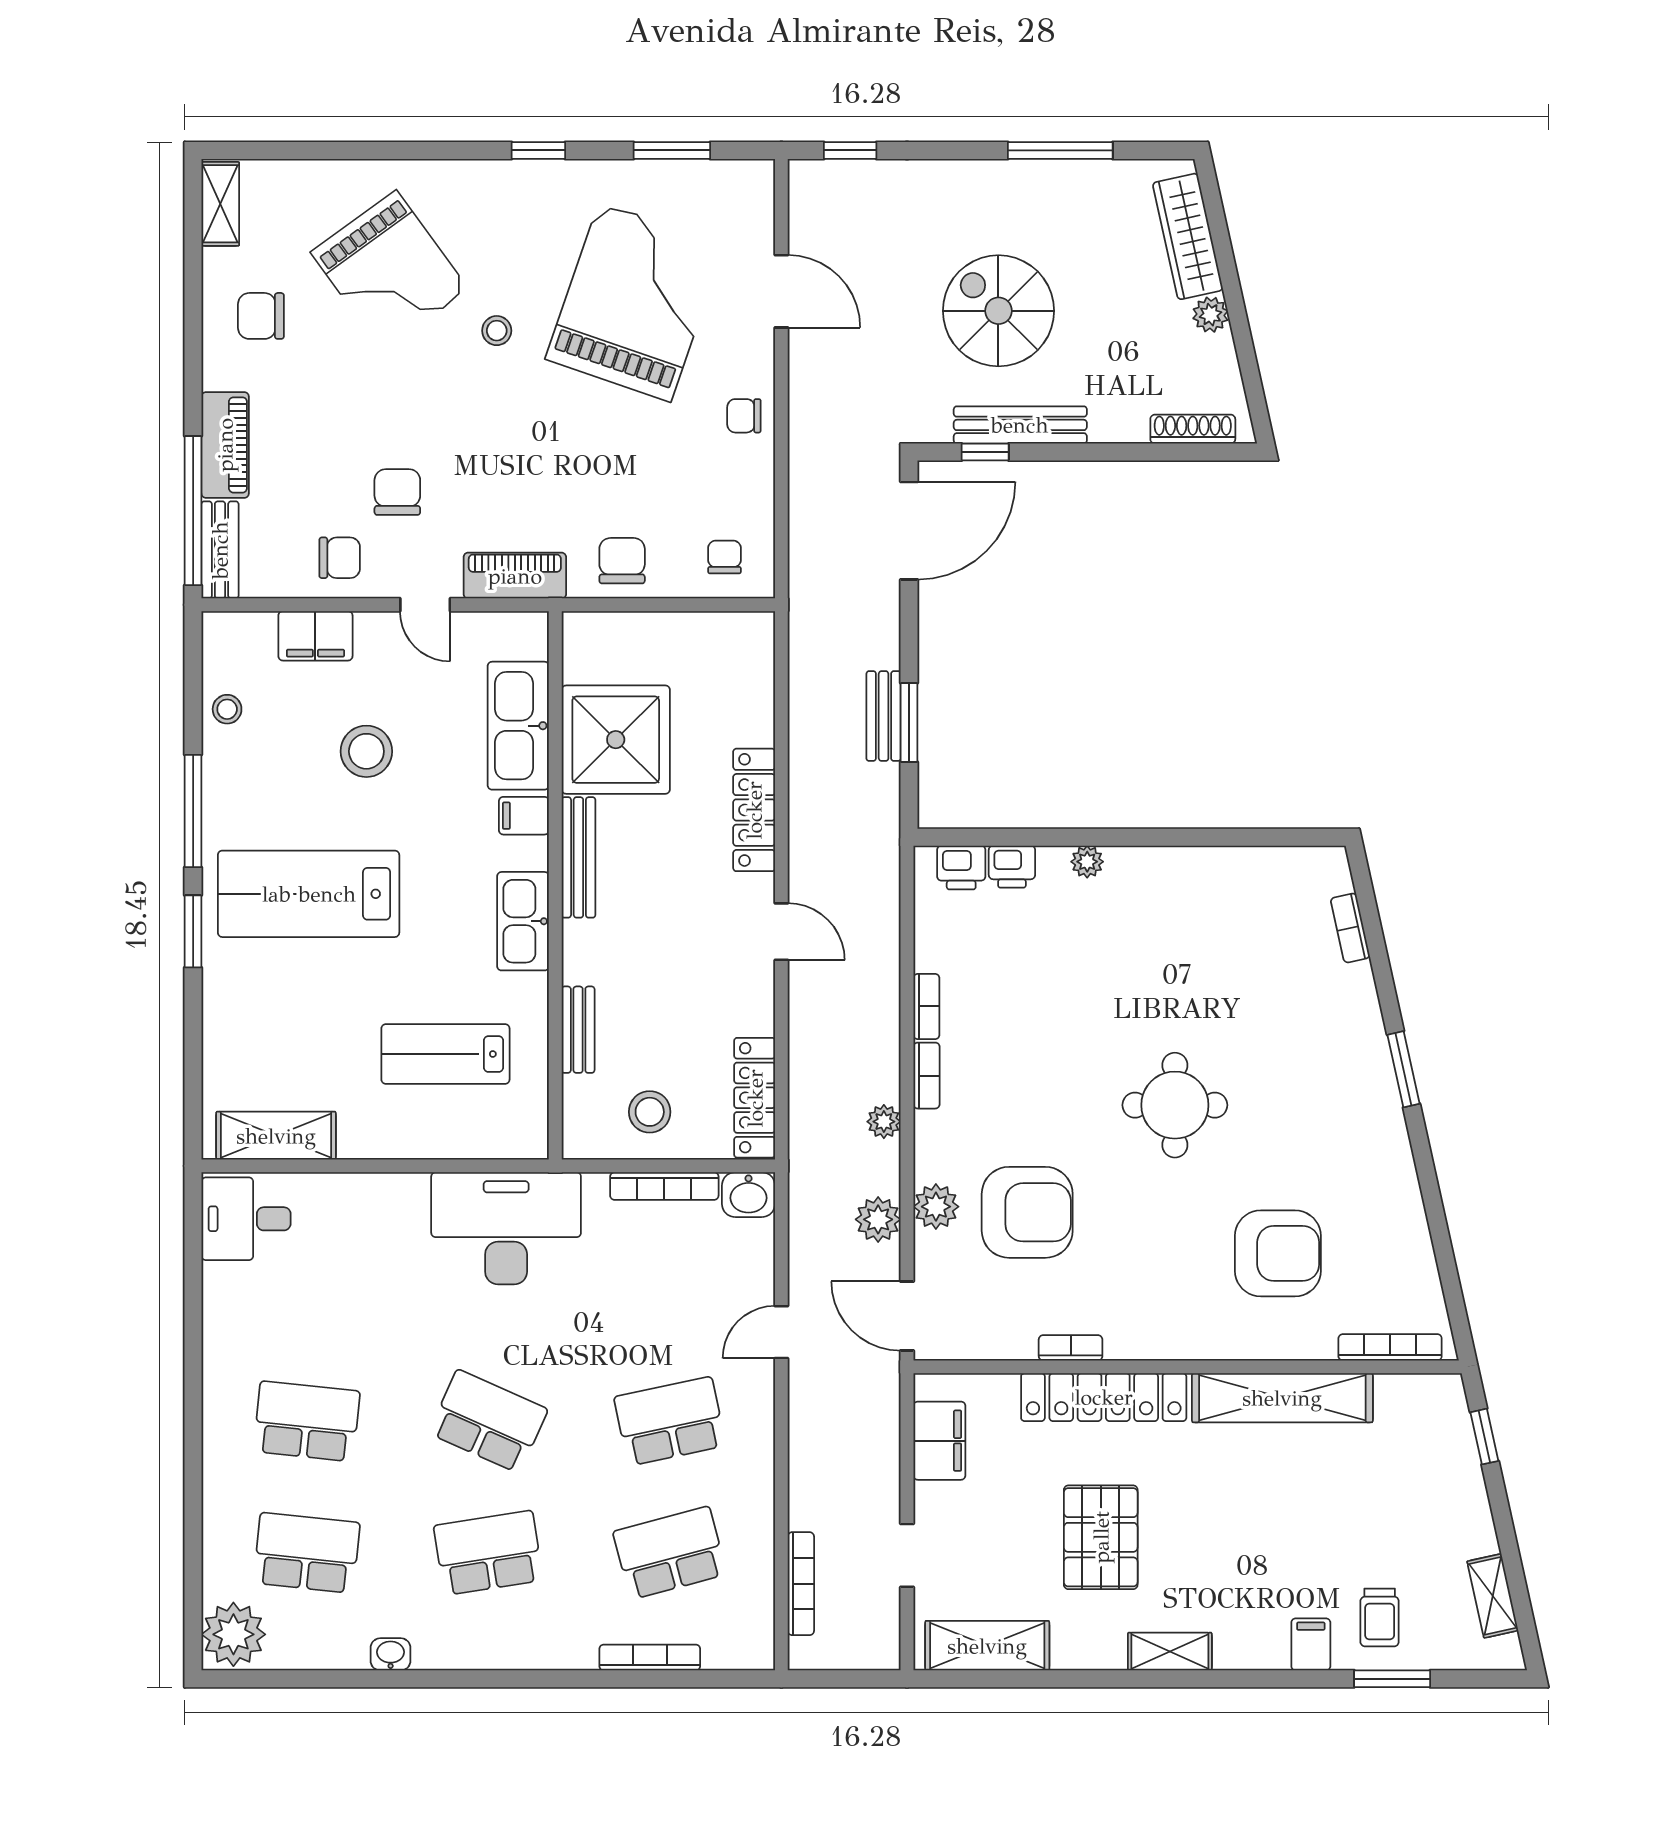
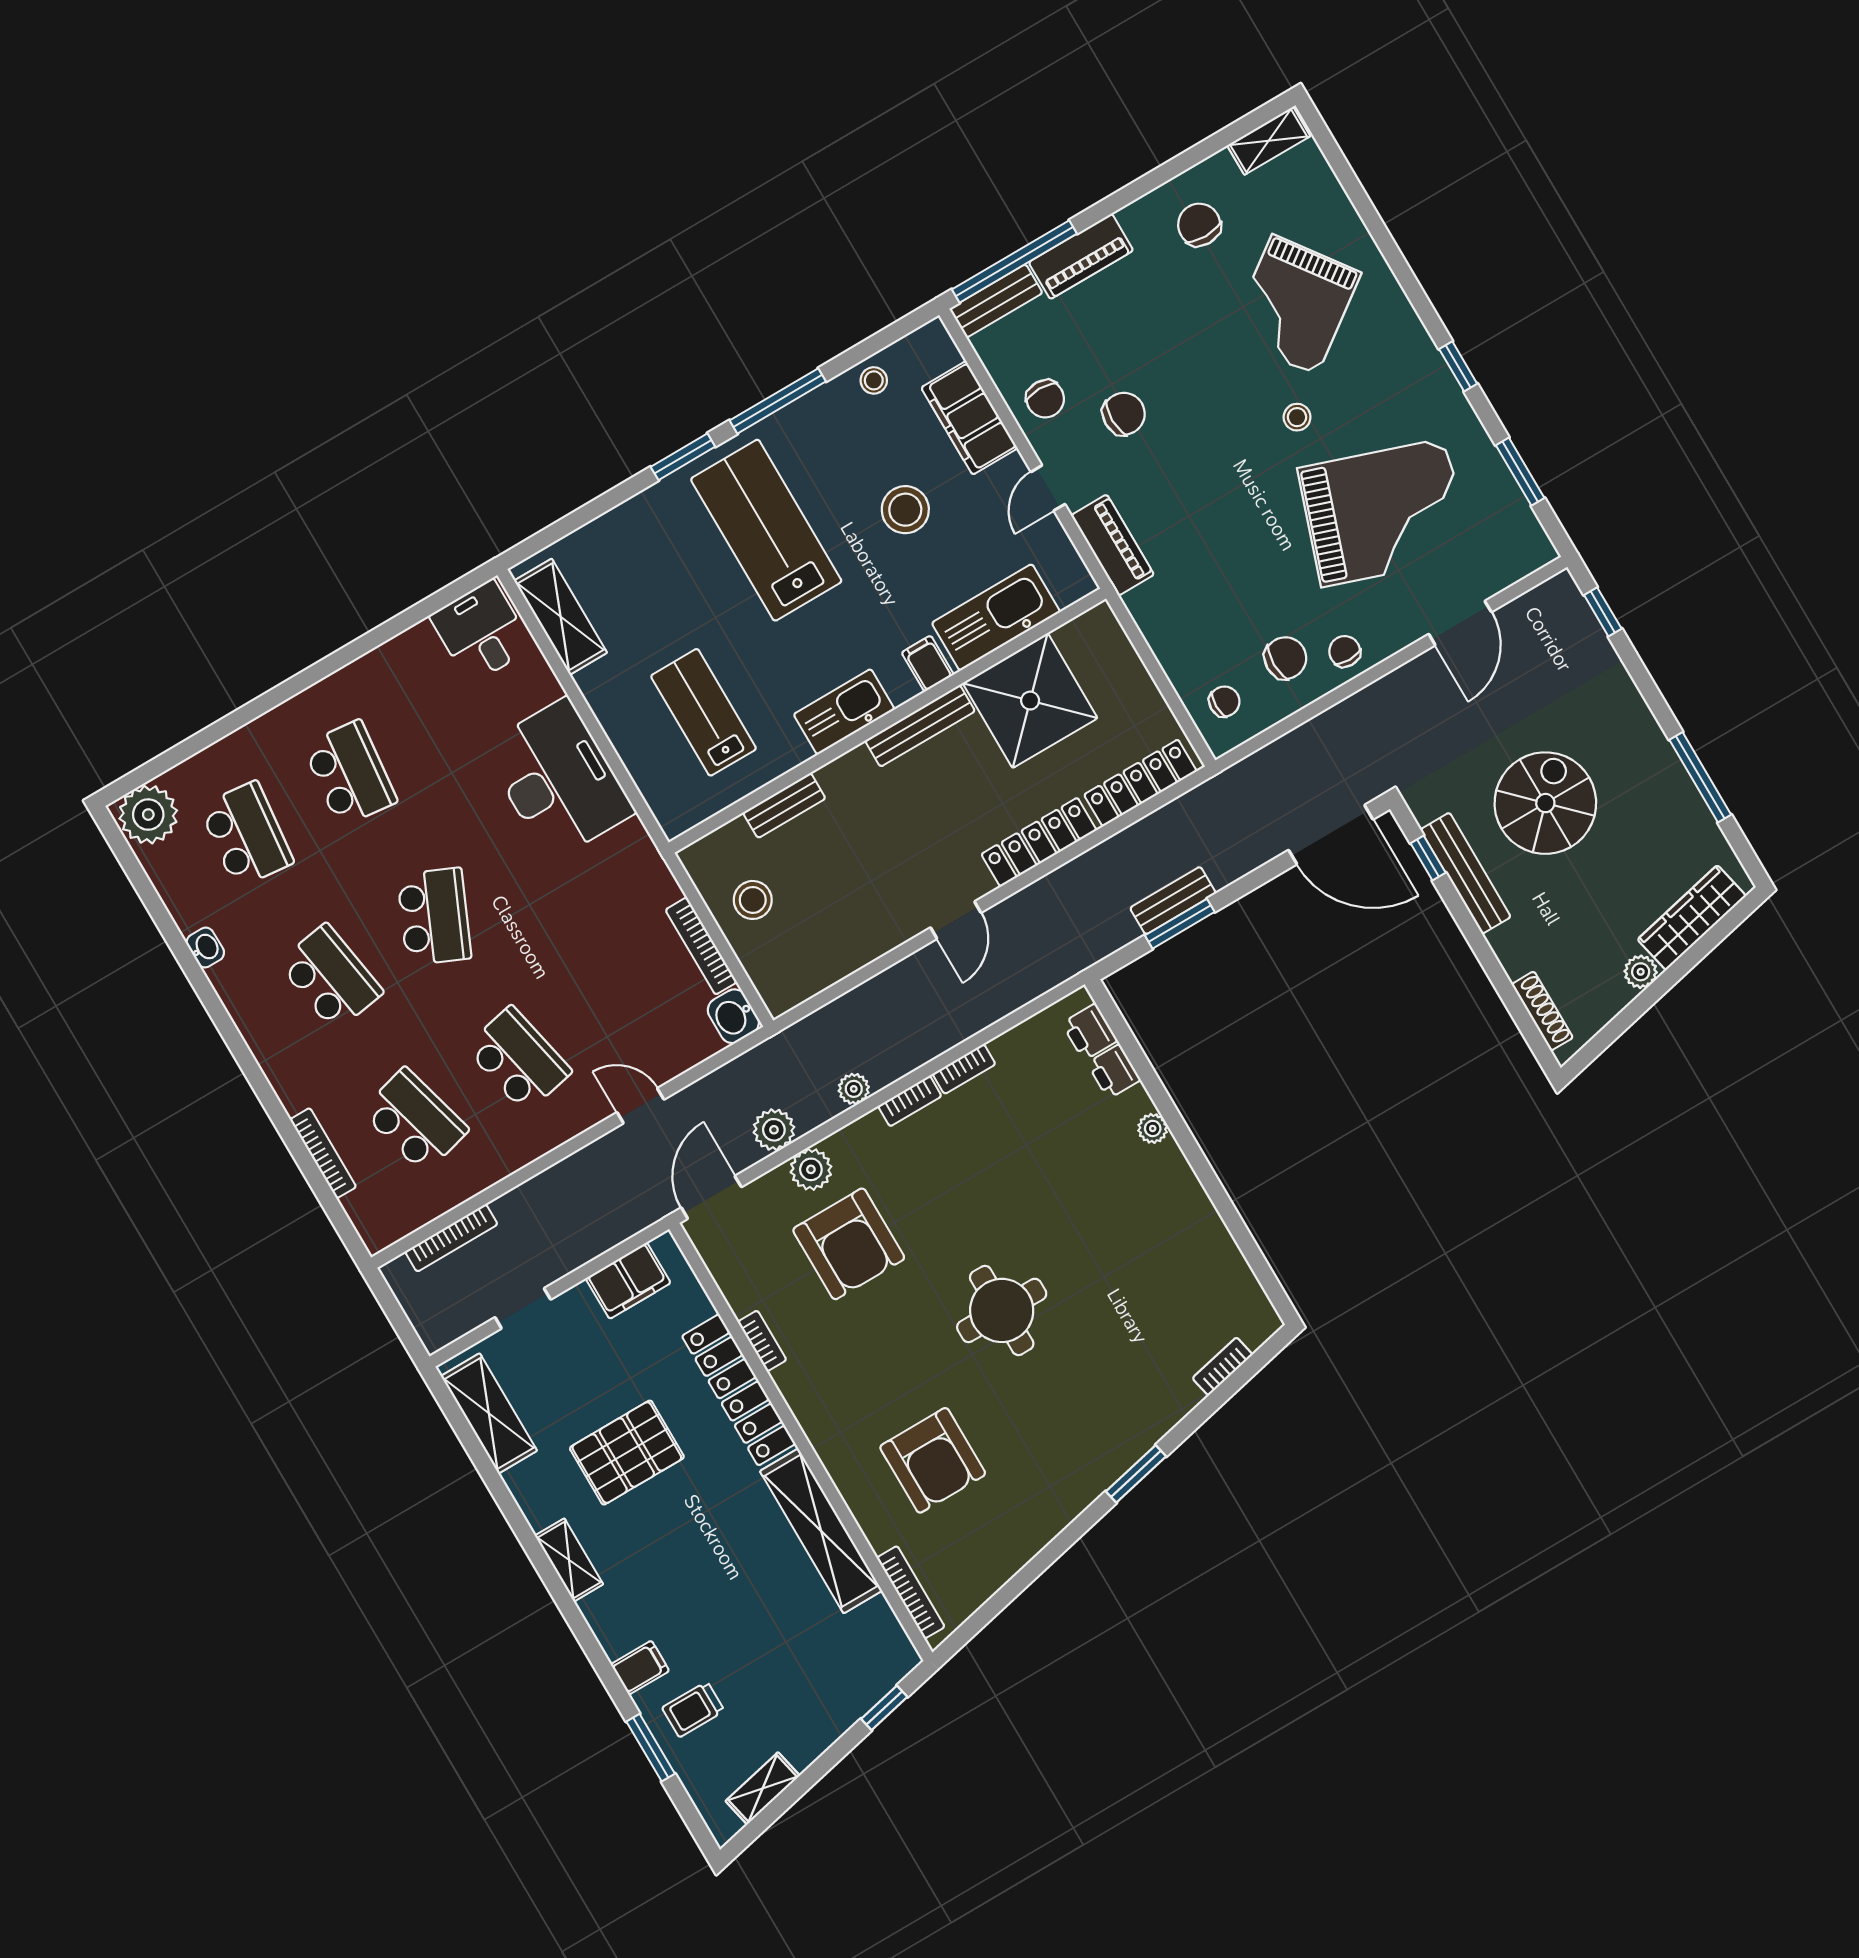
chair: (622, 561) -> (1285, 658), moved
filing cabinet: (315, 636) -> (969, 418), width x1.50, depth x1.17
locker: (755, 1098) -> (1140, 783), moved
desk: (506, 1228) -> (558, 780), moved

